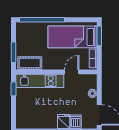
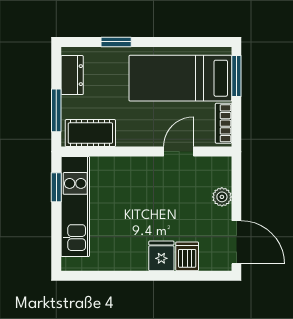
window: (42, 20) -> (116, 42), width x0.32
dresser: (21, 35) -> (72, 75), added
kitchen unit: (40, 81) -> (75, 207), moved, turned -90

